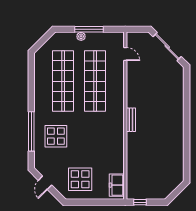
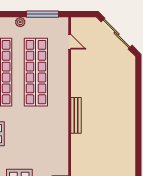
window: (89, 29) -> (42, 14), moved
bench: (131, 120) -> (76, 115), width x1.36

